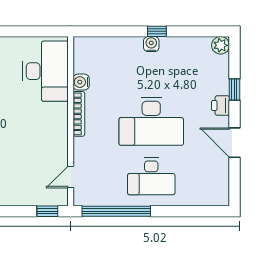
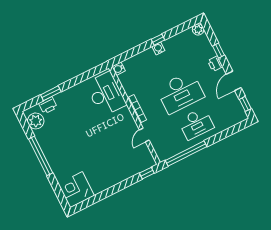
water cooler: (81, 82) -> (119, 69), moved
door: (234, 143) -> (234, 81), hinge flipped
door: (71, 177) -> (144, 135), moved
window: (234, 183) -> (245, 104), added

